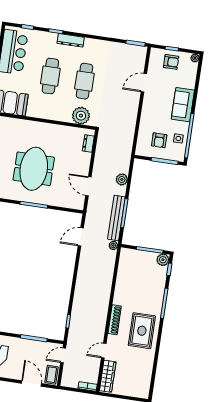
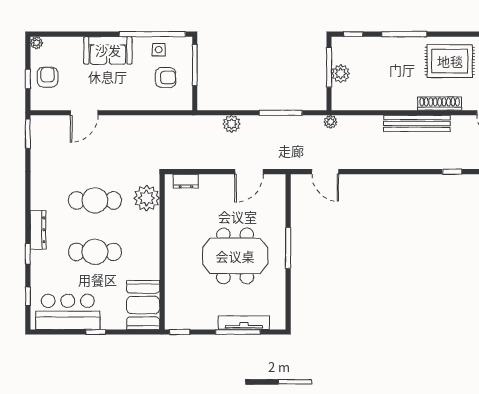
door: (144, 83) -> (84, 113), hinge flipped
bench: (116, 218) -> (417, 123), moved
plant: (163, 260) -> (341, 73), moved

